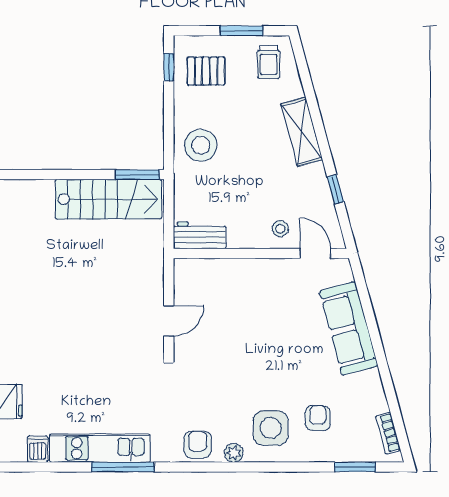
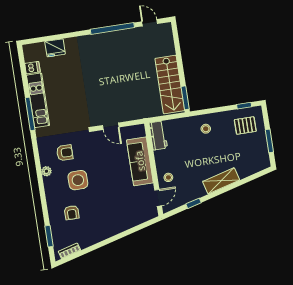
trolley: (269, 62) -> (255, 158), removed
pallet: (206, 71) -> (245, 126), turned 90
stool: (201, 145) -> (206, 129), width x0.53, depth x0.53
sofa: (349, 328) -> (140, 161), moved, turned -75
armchair: (318, 418) -> (72, 213), turned 90
side table: (271, 428) -> (78, 180), moved
armchair: (198, 445) -> (65, 153), moved

